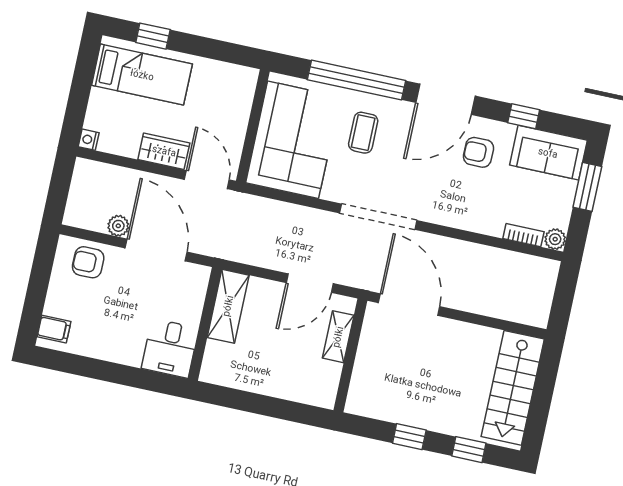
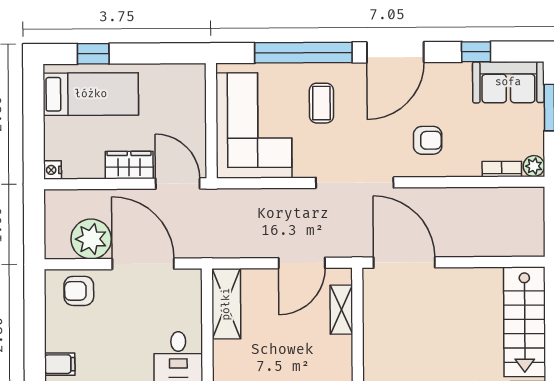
armchair: (478, 152) -> (428, 140), moved, turned 180
plant: (118, 226) -> (91, 239), width x1.87, depth x1.87

